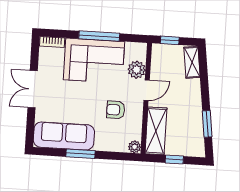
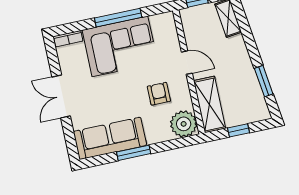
plant: (137, 70) -> (170, 43), removed
door: (147, 90) -> (187, 63), hinge flipped
armchair: (116, 110) -> (159, 94), turned 90
plant: (135, 147) -> (184, 124), width x1.87, depth x1.87

